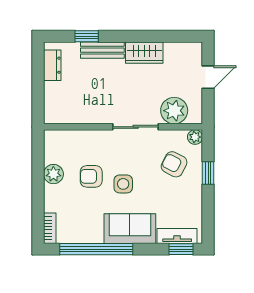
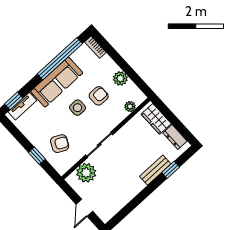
wardrobe: (144, 53) -> (156, 119), moved, turned -90
plant: (195, 137) -> (130, 106), moved
sofa: (130, 229) -> (57, 82), width x1.36

